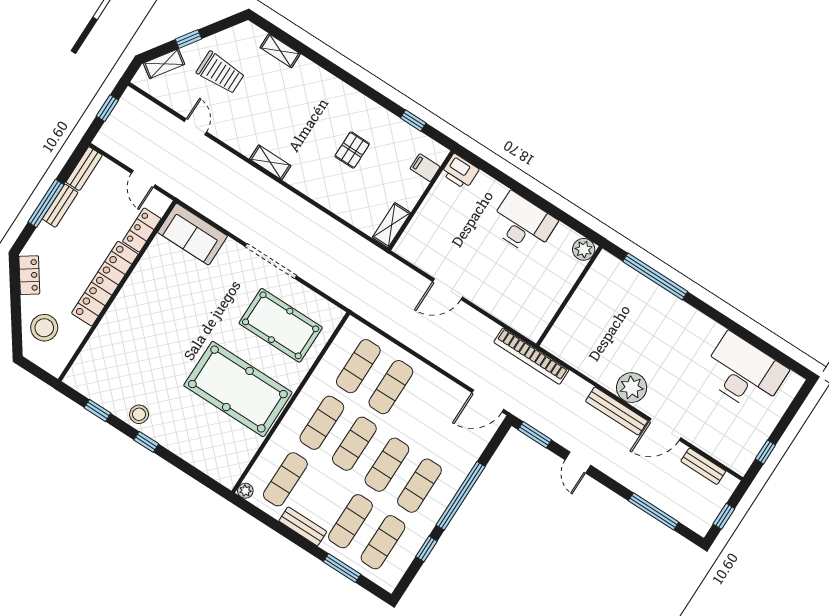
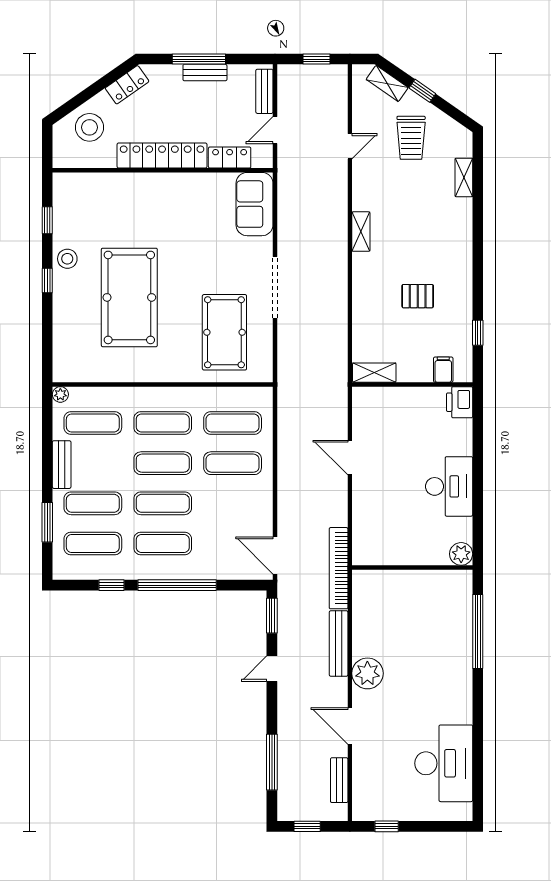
bench: (84, 169) -> (264, 91), moved, turned 90
pool table: (238, 389) -> (129, 297), moved
bench: (617, 411) -> (339, 643), moved

